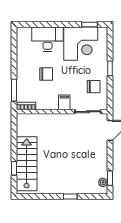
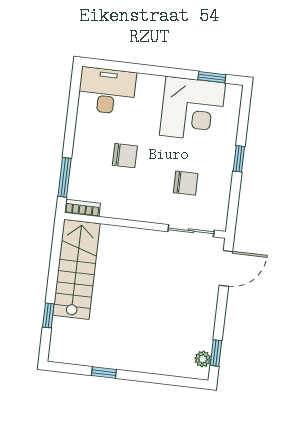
desk: (47, 39) -> (107, 91), moved
chair: (94, 87) -> (186, 183), moved
filing cabinet: (64, 102) -> (151, 210), removed
stairs: (27, 164) -> (76, 269), moved
window: (70, 196) -> (104, 373), moved

